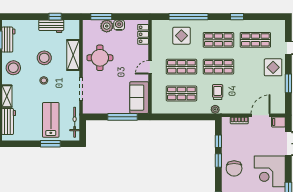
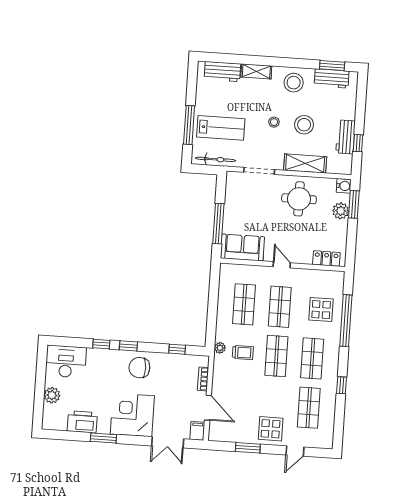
water cooler: (119, 25) -> (344, 186), moved
window: (50, 144) -> (189, 125), width x1.44
window: (218, 160) -> (128, 346), moved

